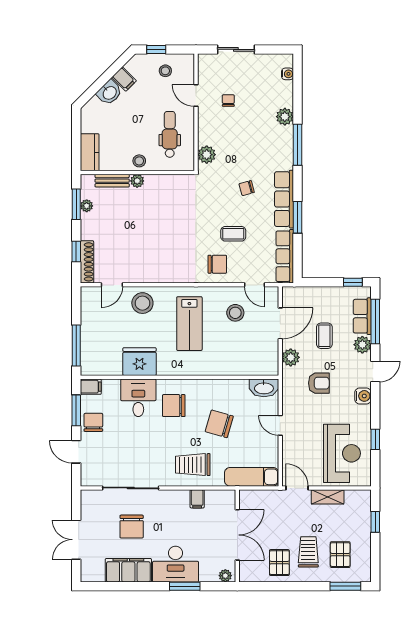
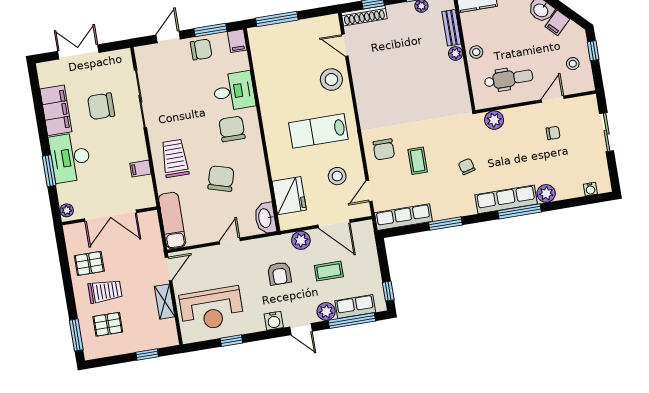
row of seats: (284, 199) -> (506, 199), moved
fridge: (139, 362) -> (289, 196), moved

